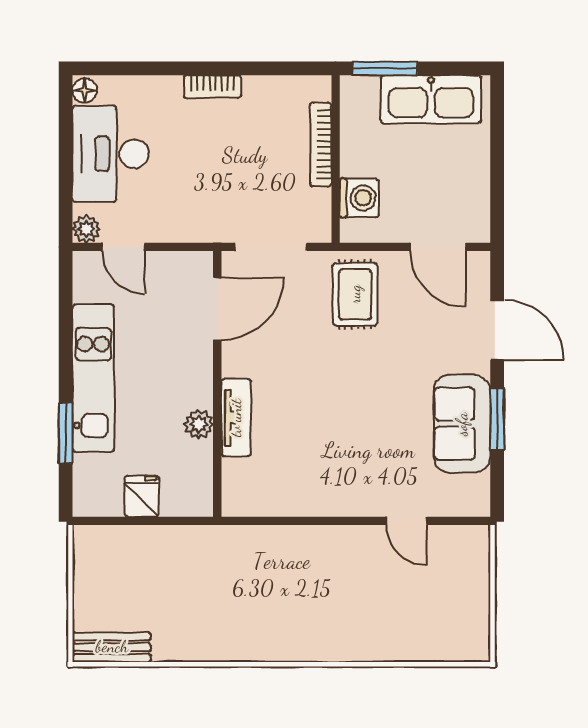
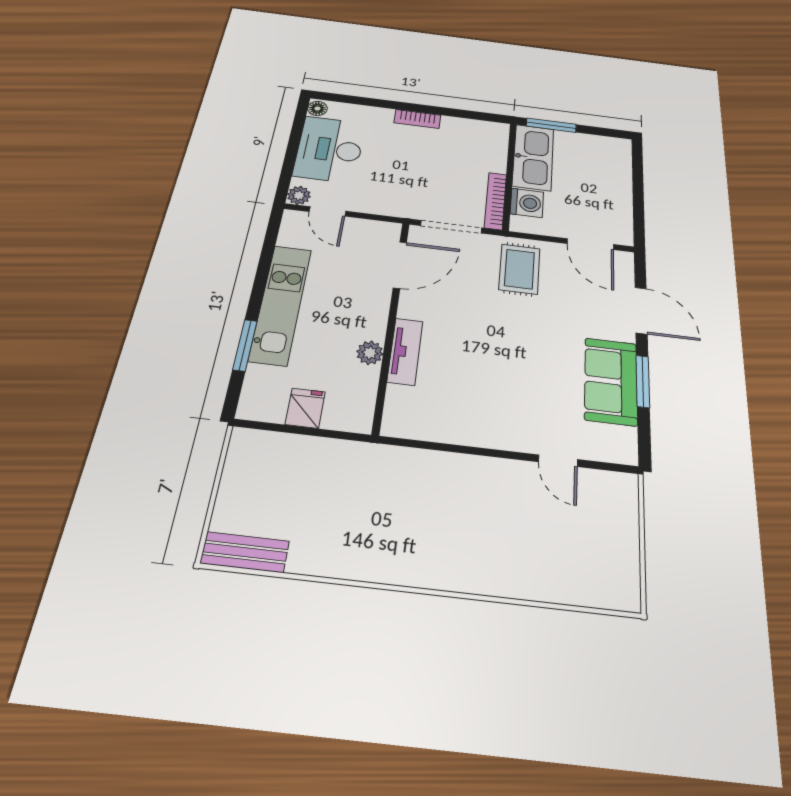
kitchen sink: (431, 99) -> (533, 157), moved, turned -90
bookcase: (321, 145) -> (495, 201), moved

